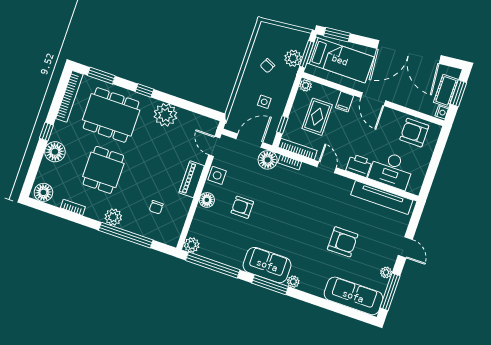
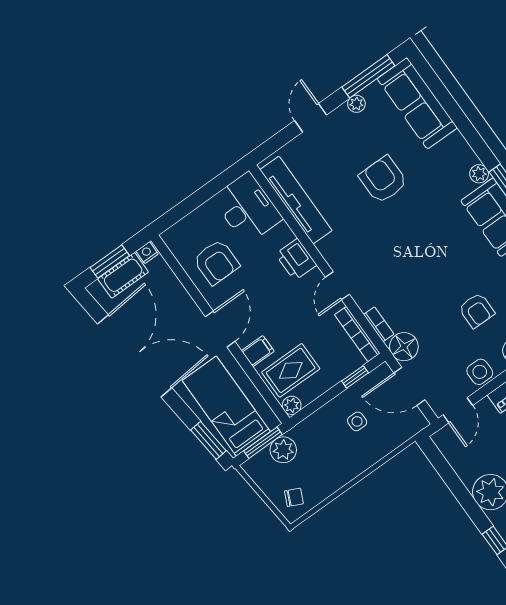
chair: (267, 66) -> (294, 497), moved
rug: (317, 117) -> (291, 370), moved
armchair: (414, 133) -> (216, 262), moved
desk: (391, 170) -> (247, 208), moved

